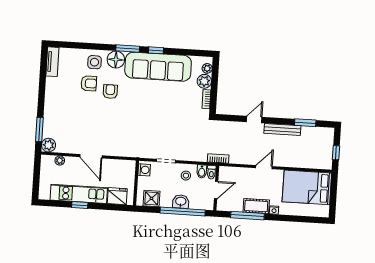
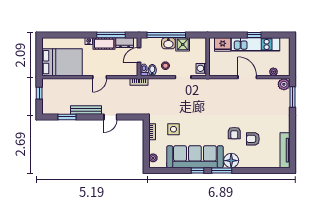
tv unit: (52, 62) -> (285, 150), width x1.41
side table: (94, 62) -> (173, 129), moved
plant: (204, 81) -> (155, 147), removed
shower: (151, 198) -> (183, 44), moved
dresser: (232, 206) -> (125, 43), added

